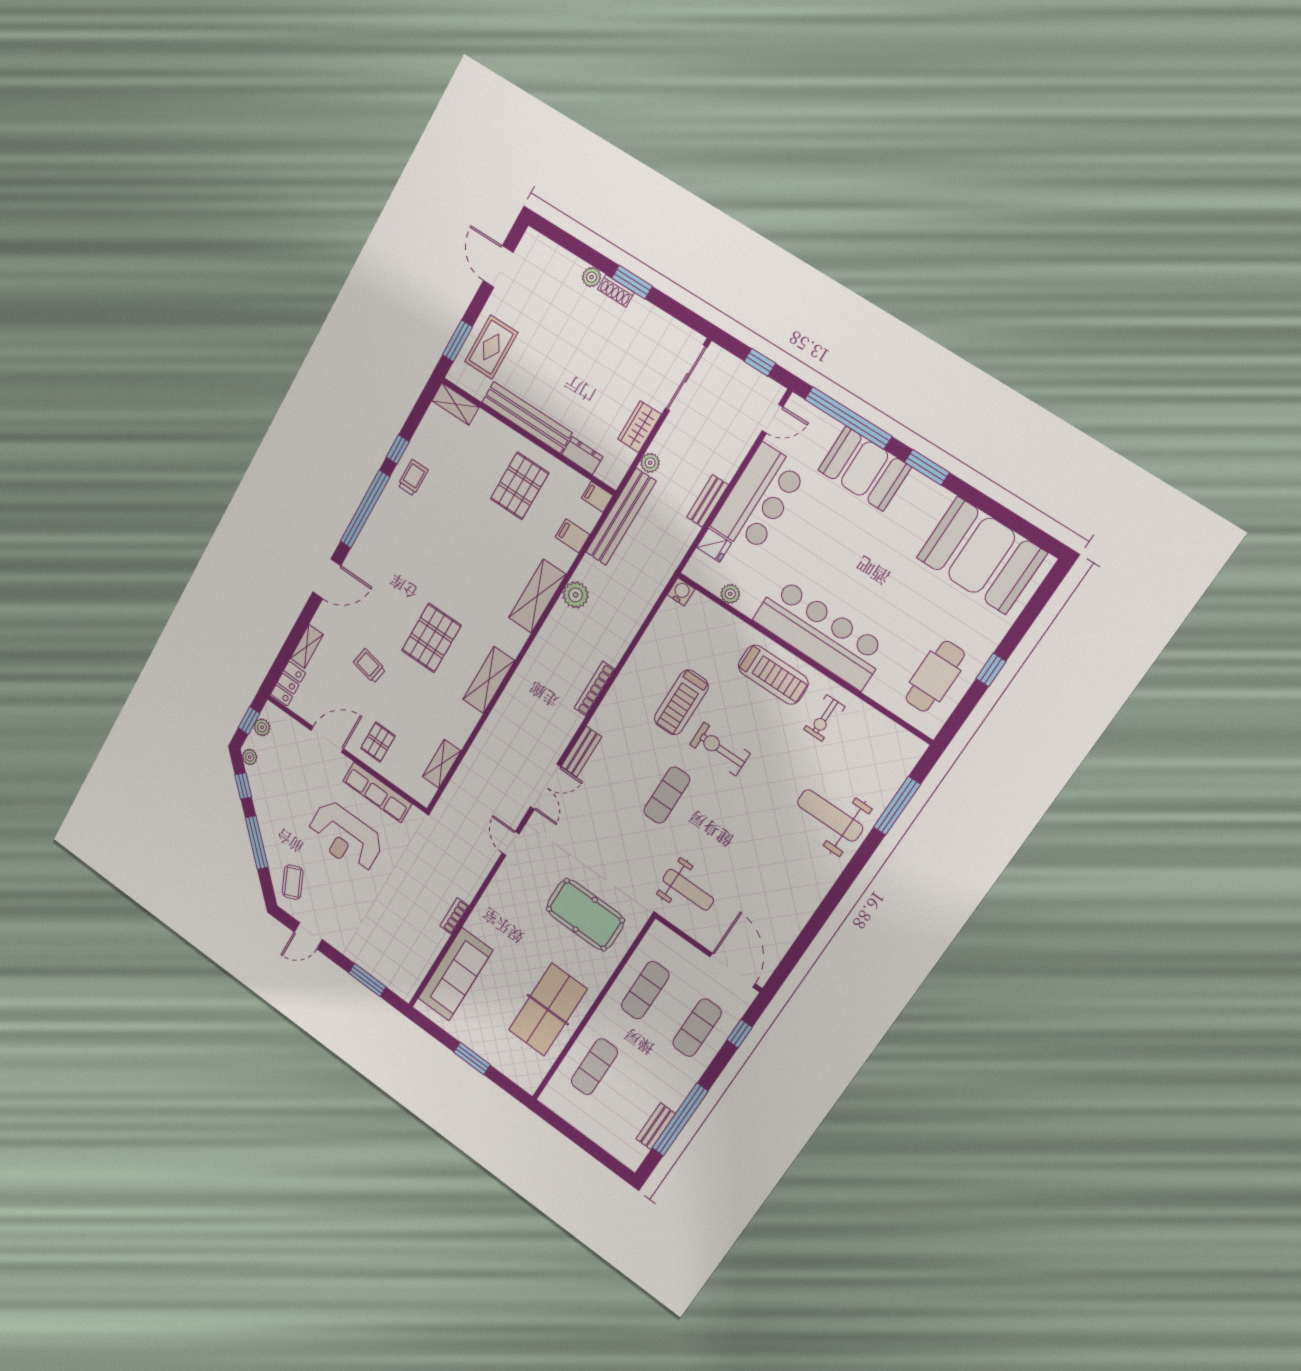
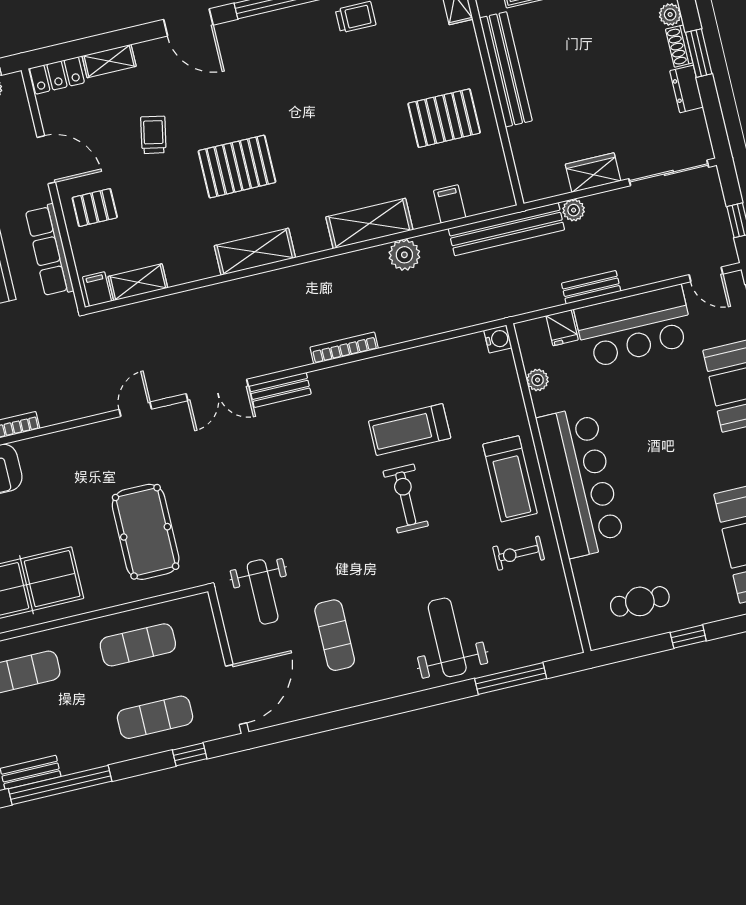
dresser: (582, 456) -> (687, 89), moved, turned 180
filing cabinet: (597, 497) -> (97, 289), moved
cafe table: (935, 676) -> (640, 601), width x0.73, depth x0.74
exercise mat: (667, 795) -> (335, 635), moved, turned 90

